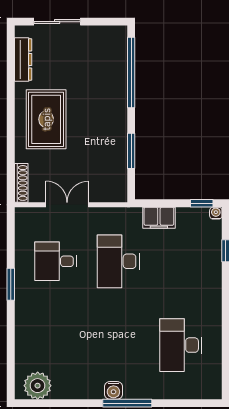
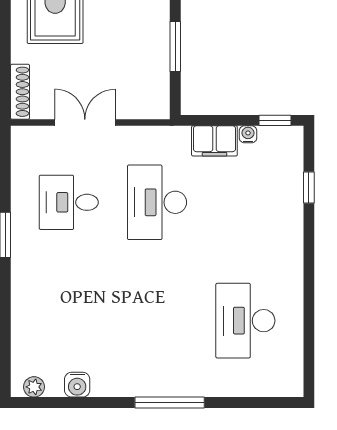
water cooler: (216, 213) -> (248, 134), moved
plant: (38, 386) -> (34, 387), width x0.53, depth x0.53
water cooler: (113, 390) -> (77, 385), moved

